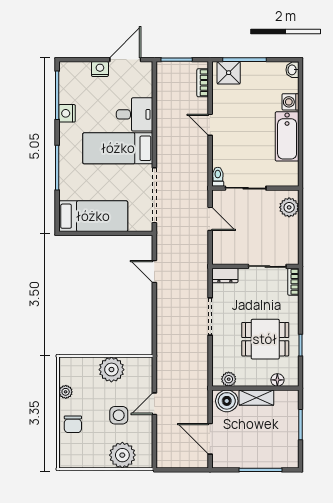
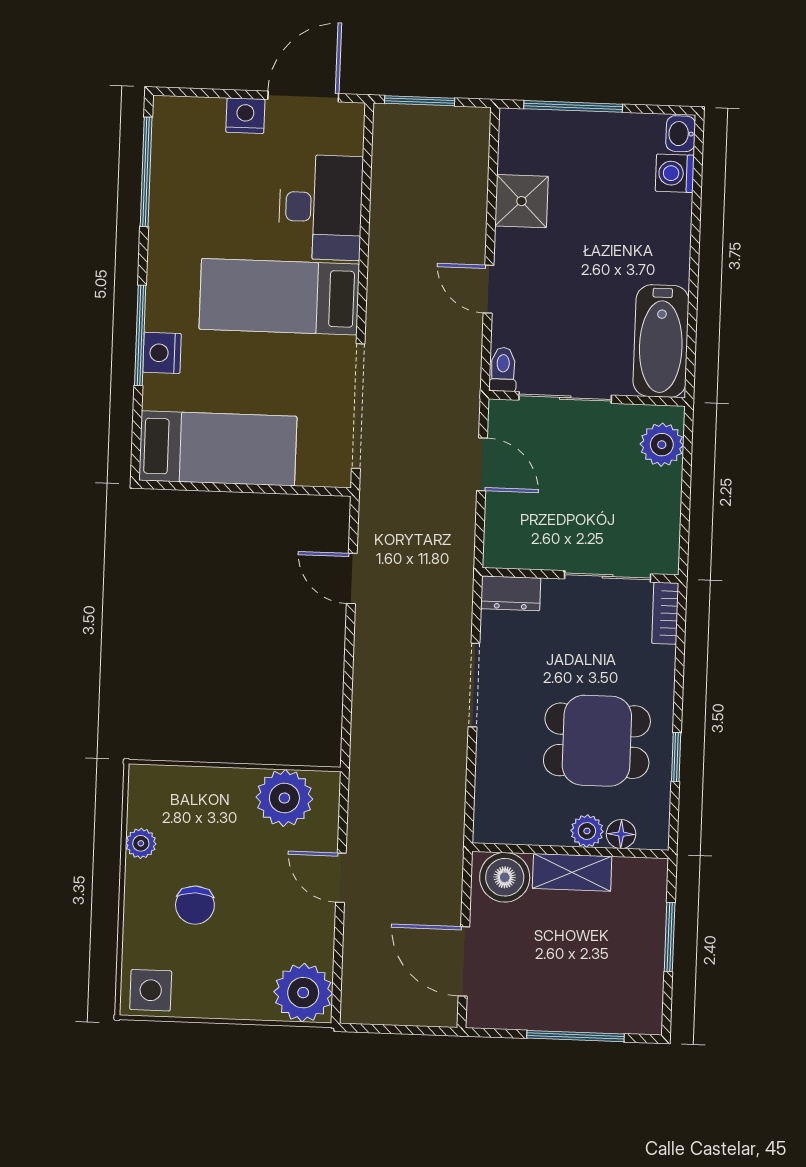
shower: (229, 73) -> (522, 201), moved
bookcase: (203, 83) -> (477, 155), removed
washing machine: (290, 102) -> (675, 173), moved
nightstand: (67, 113) -> (162, 353), moved
desk: (135, 114) -> (321, 207), width x1.37
door: (210, 125) -> (488, 289), moved
bathtub: (287, 136) -> (661, 341), moved
plant: (111, 370) -> (284, 798), moved
plant: (229, 379) -> (587, 831), moved
door: (154, 404) -> (341, 878), hinge flipped
side table: (119, 415) -> (151, 990), moved
chair: (73, 424) -> (195, 905), moved
plant: (122, 455) -> (303, 993), moved

